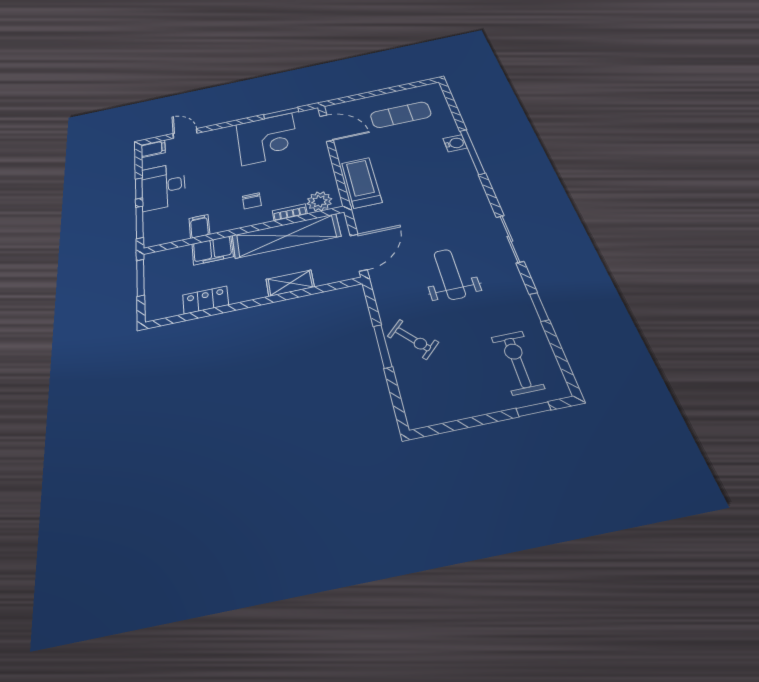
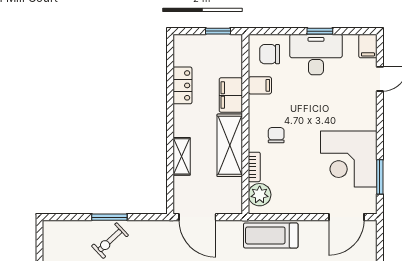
treadmill: (362, 182) -> (271, 235), turned 180
chair: (252, 201) -> (276, 135), turned 90
window: (139, 222) -> (279, 31), removed
chair: (165, 225) -> (270, 54), added
shelving: (286, 236) -> (230, 145), width x0.68
window: (140, 278) -> (218, 31), width x0.67

